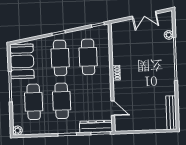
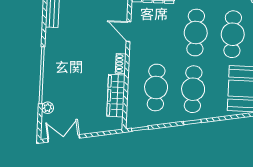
double door: (144, 15) -> (64, 138), moved
wardrobe: (118, 48) -> (116, 96), added
door: (113, 108) -> (128, 31), moved

